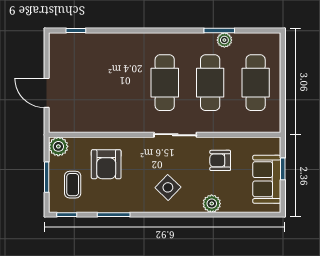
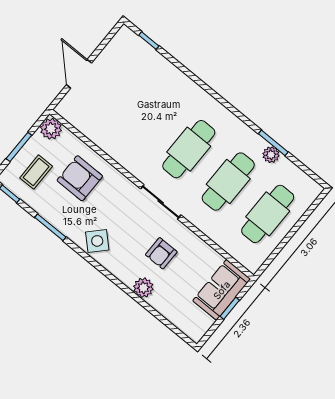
armchair: (220, 160) -> (161, 253), moved, turned -90
armchair: (106, 164) -> (80, 178), turned 90
sofa: (267, 179) -> (222, 290), moved
side table: (168, 187) -> (97, 241), moved

